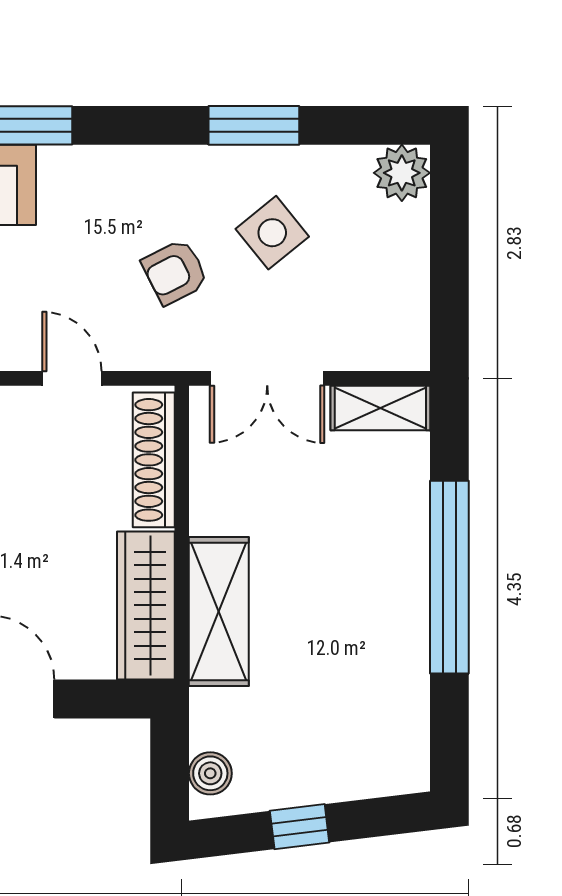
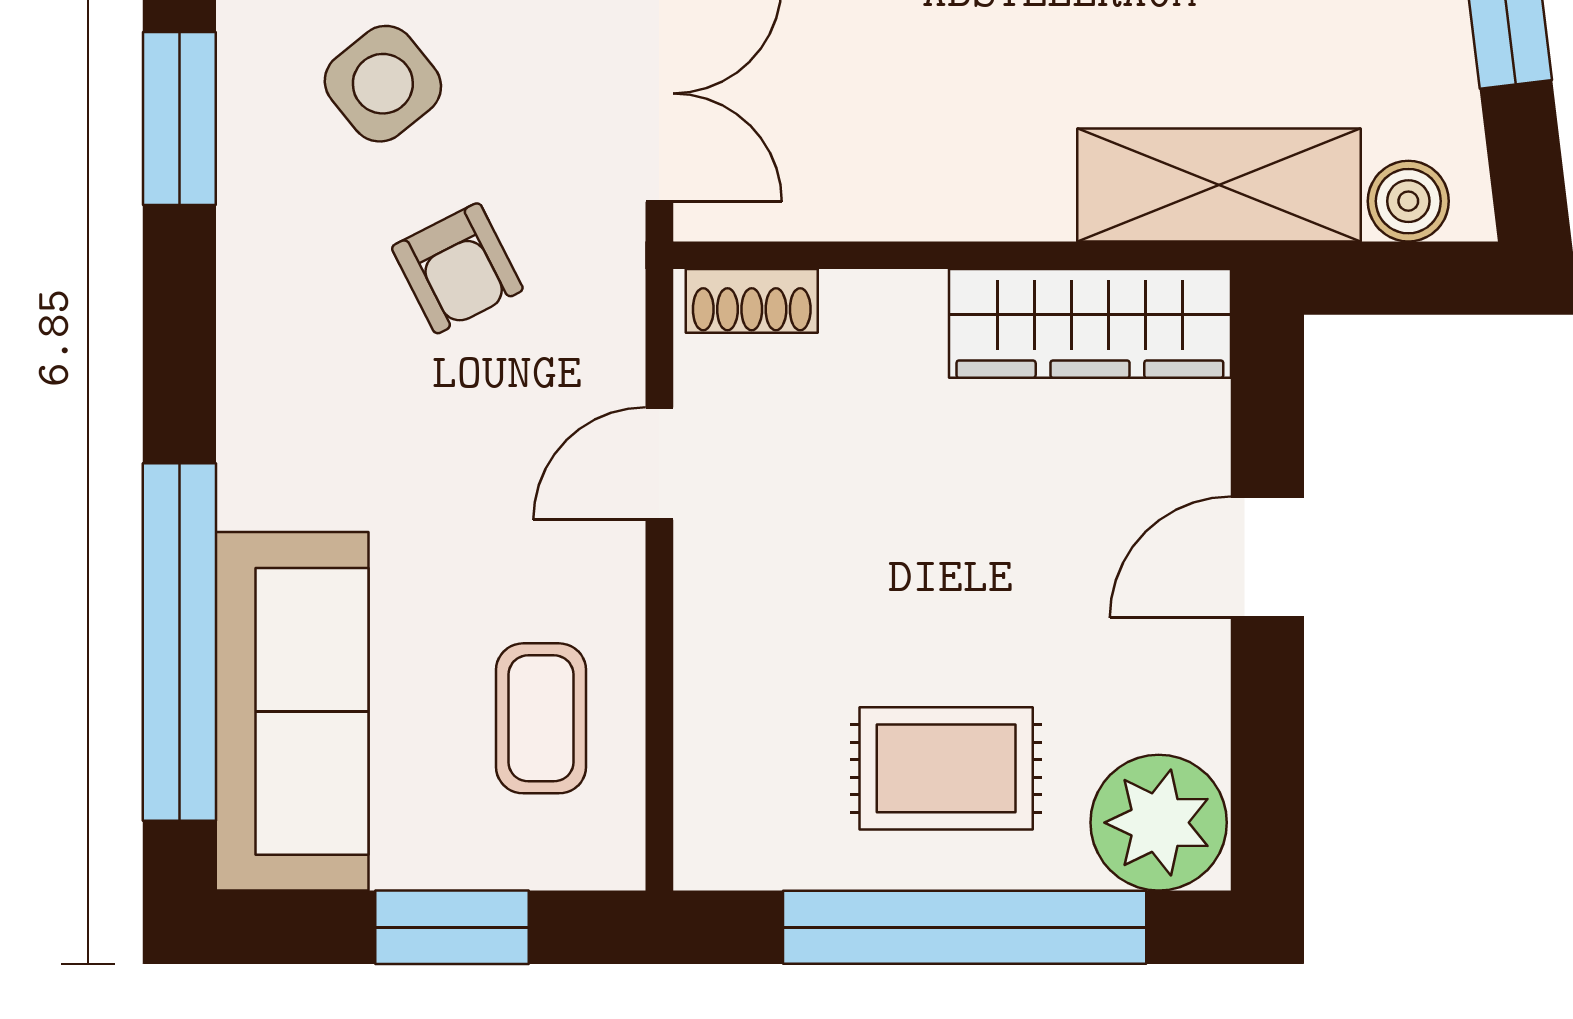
shoe rack: (154, 460) -> (752, 301), width x0.51, depth x0.81
shelving: (219, 612) -> (1219, 185), moved

